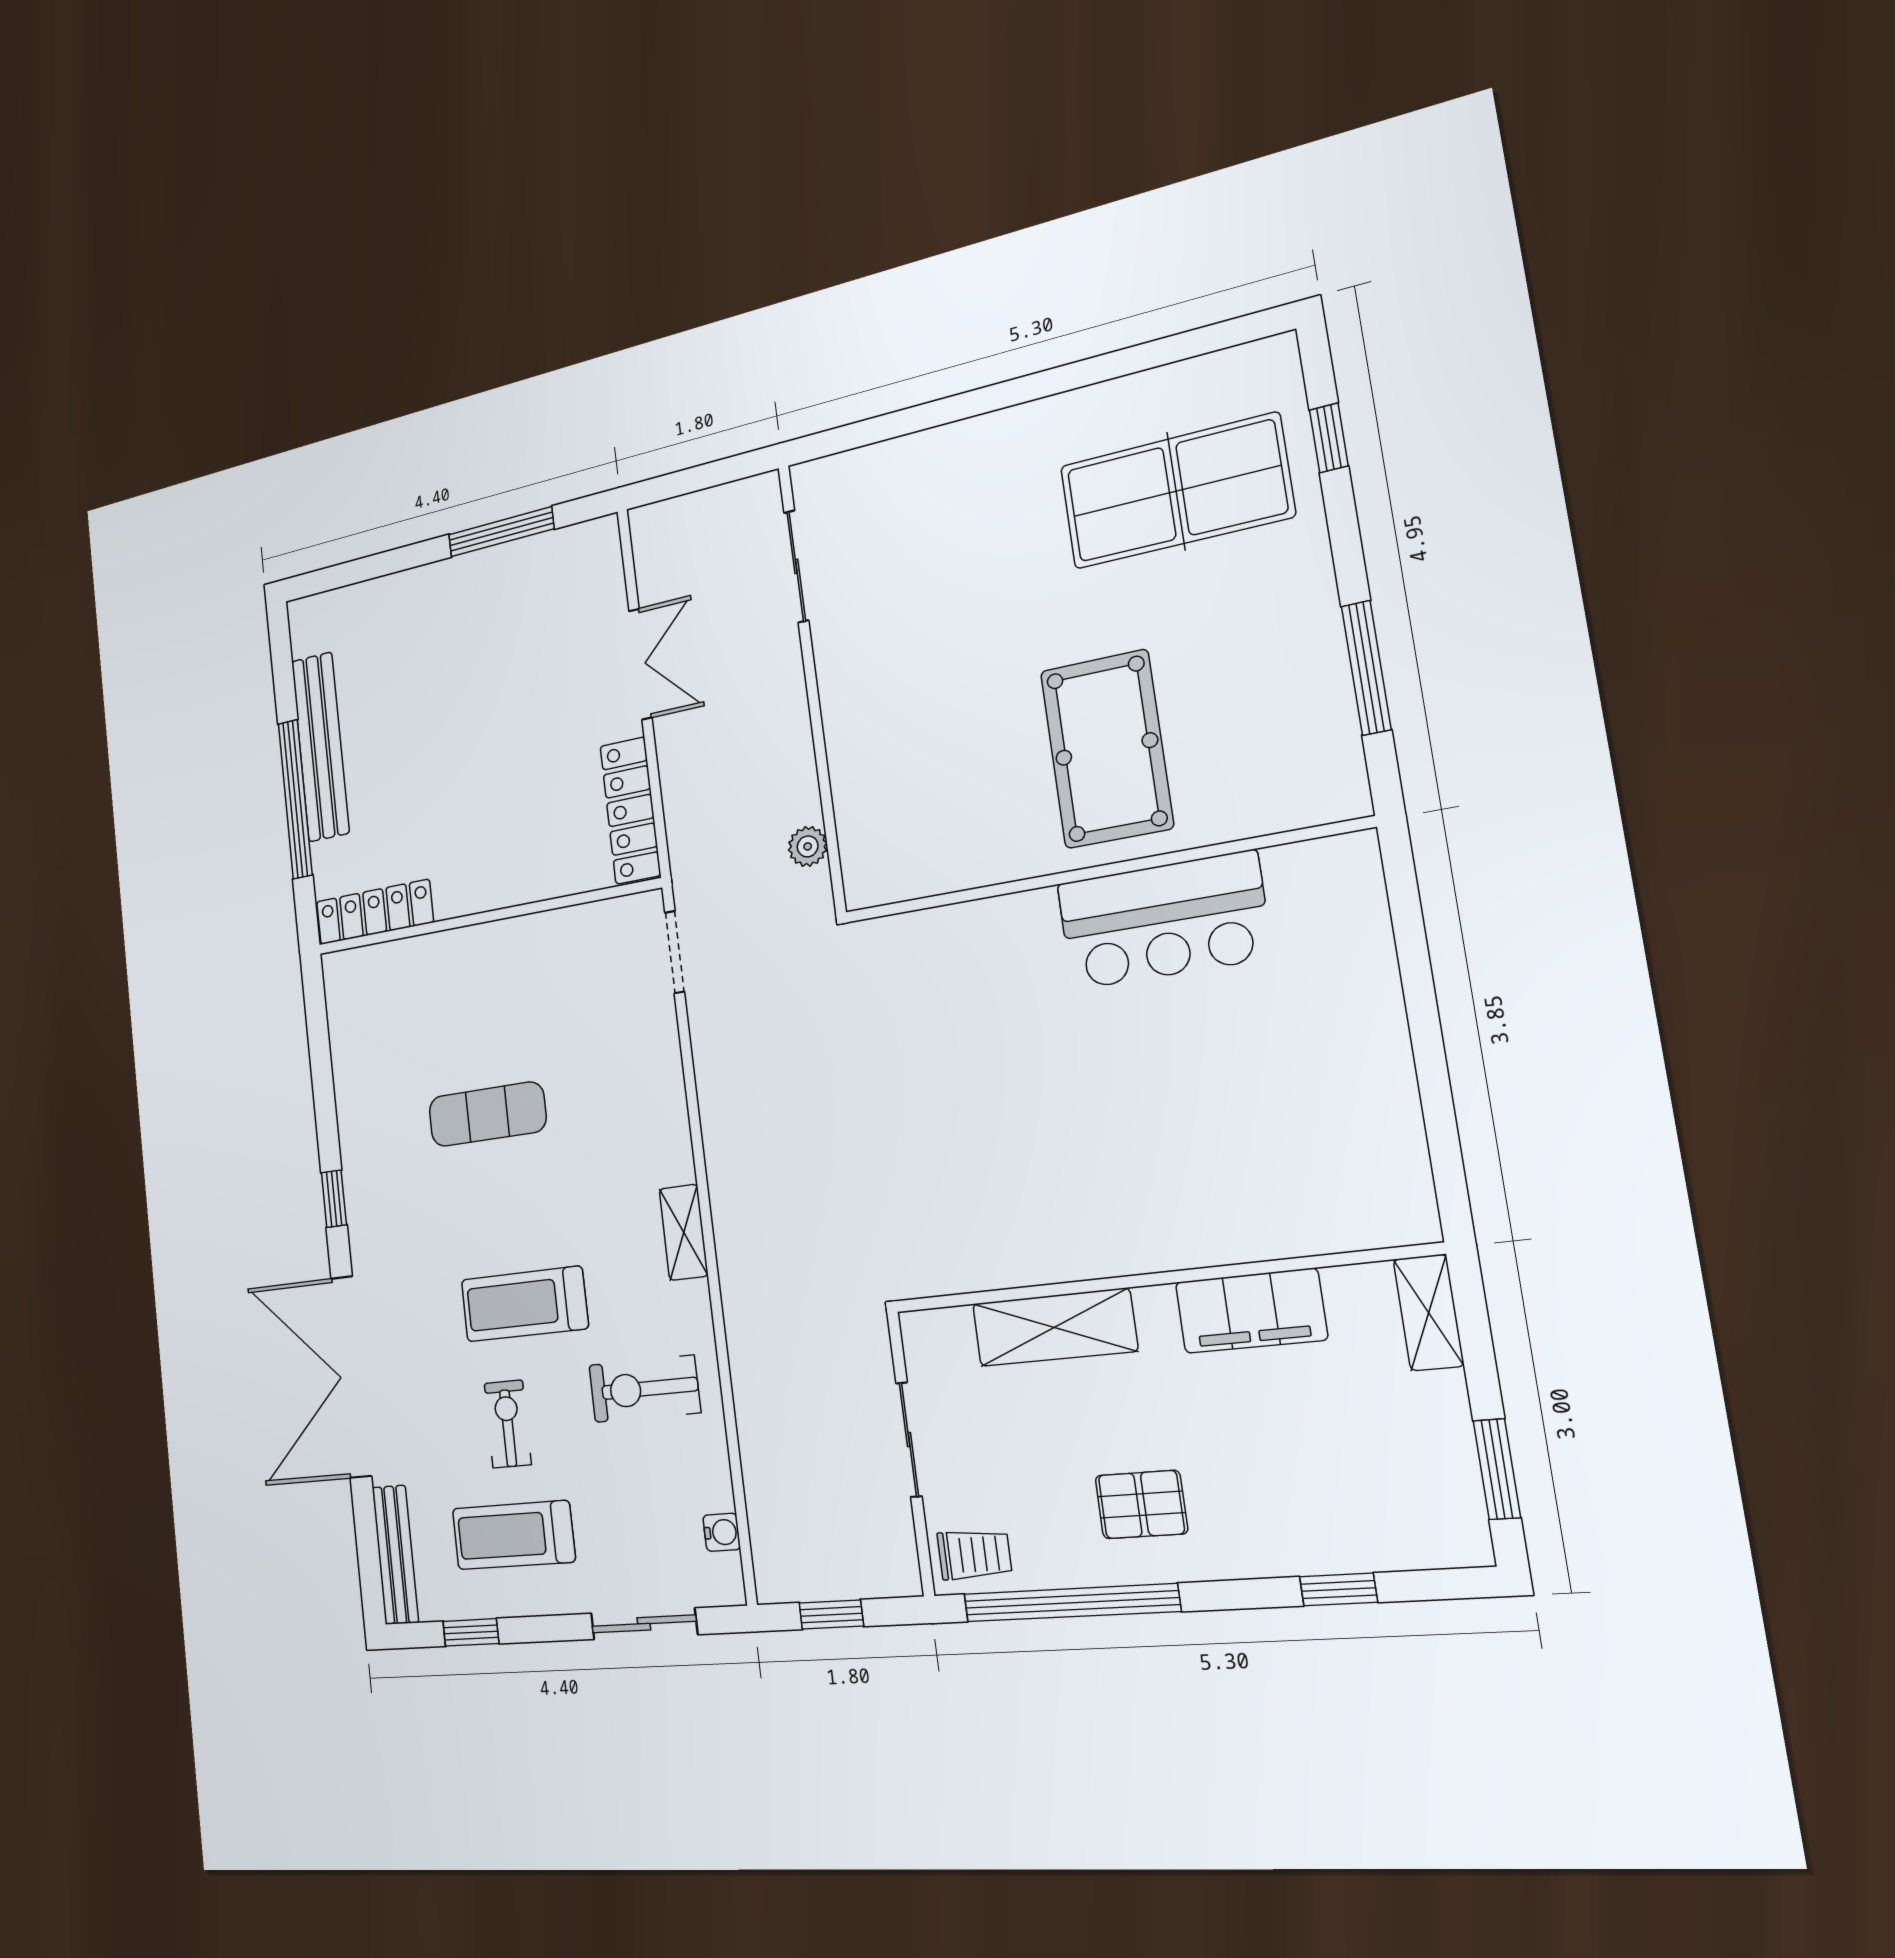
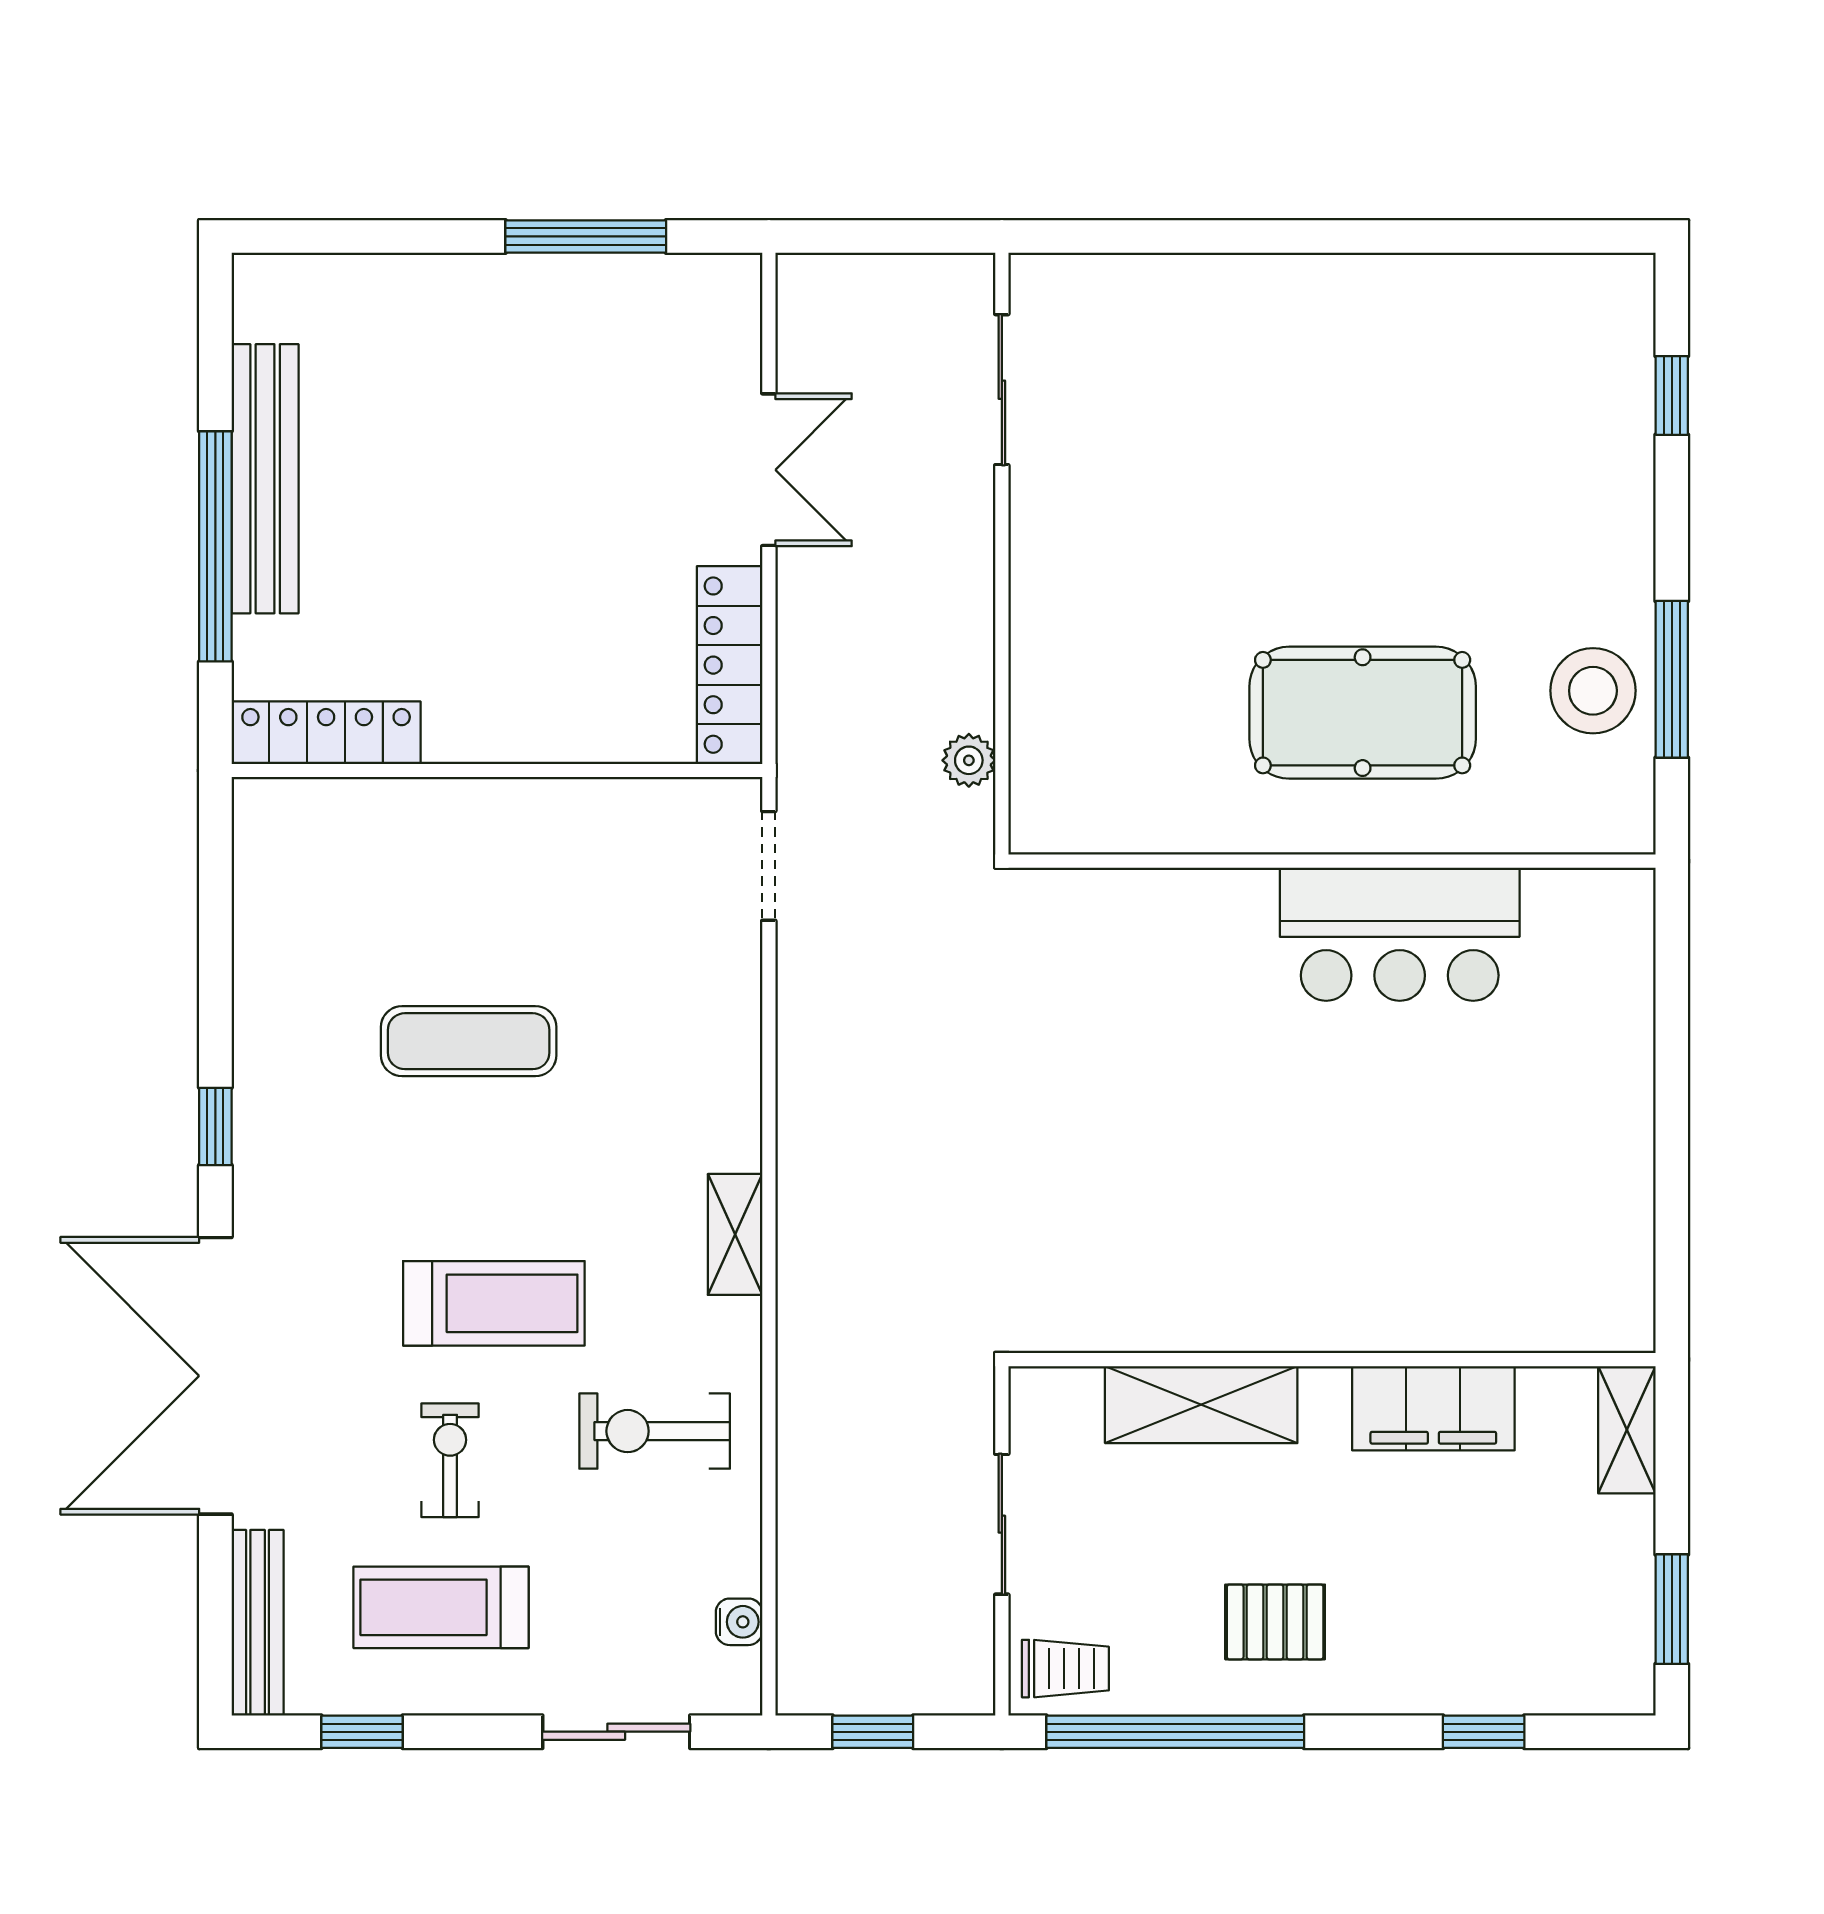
table tennis table: (1176, 491) -> (1490, 414), removed
stool: (1298, 692) -> (1593, 691), added
pool table: (1107, 749) -> (1363, 713), turned 90
treadmill: (524, 1304) -> (494, 1303), turned 180

